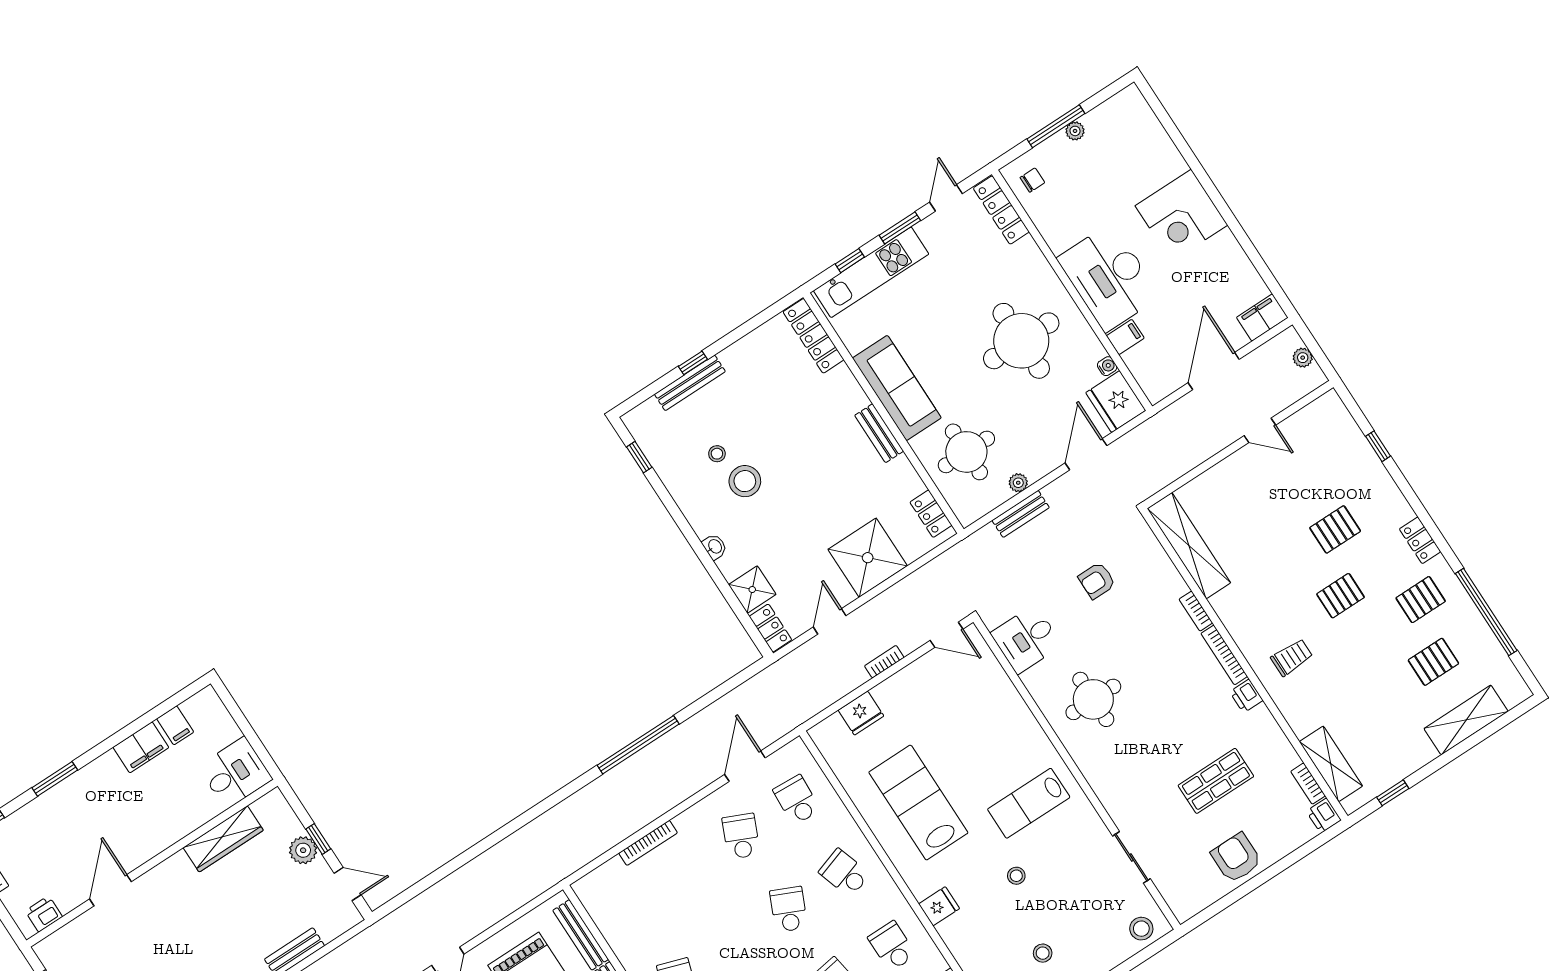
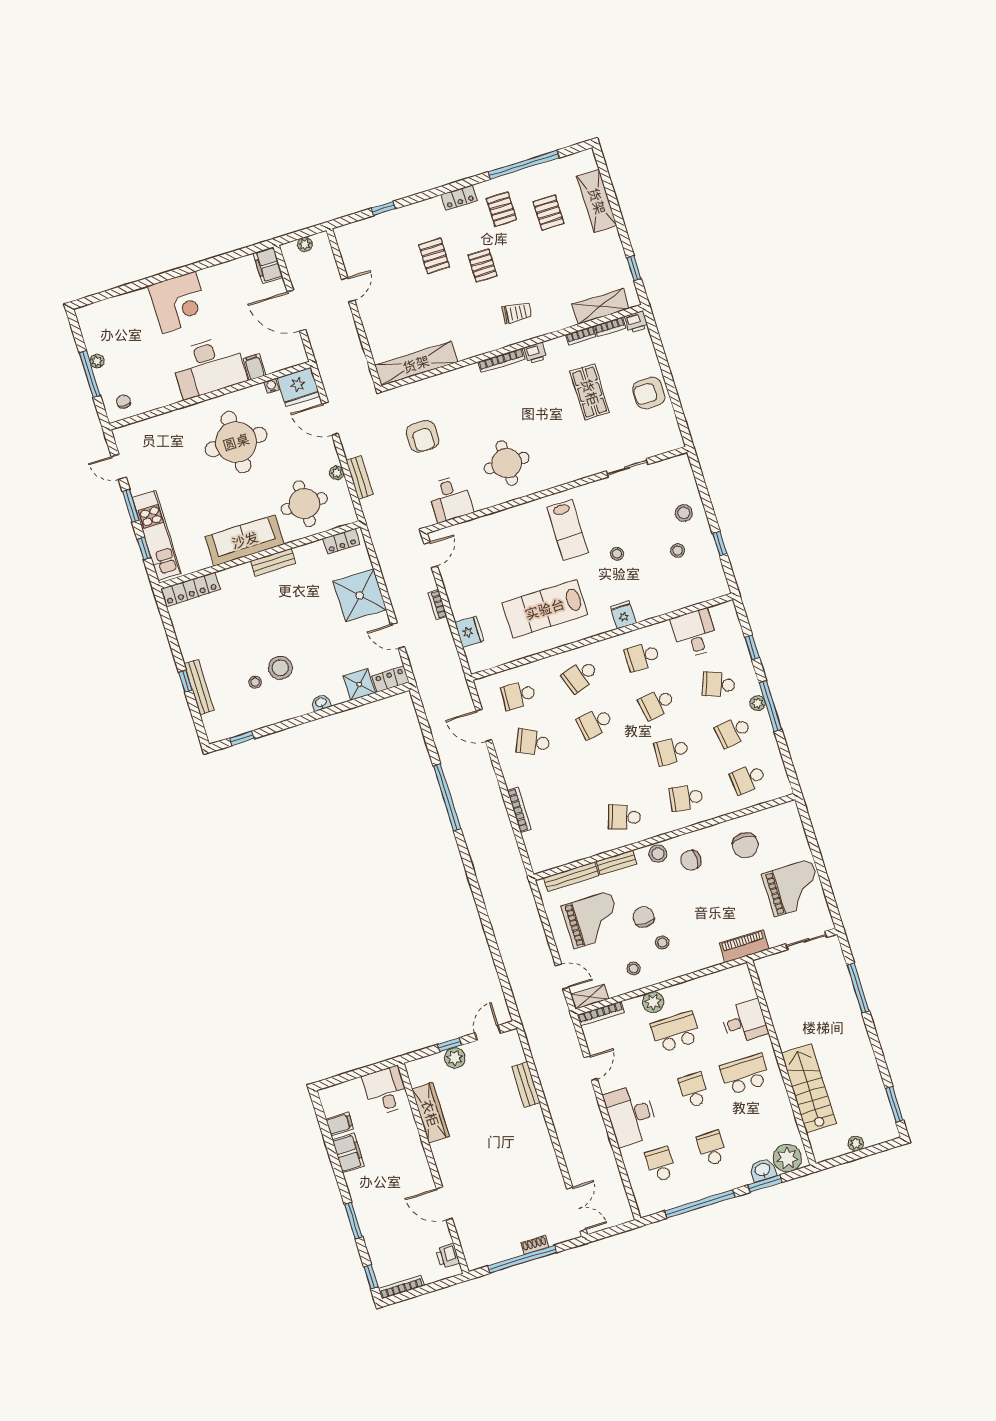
locker: (1001, 210) -> (139, 430), removed
armchair: (1097, 581) -> (423, 436), width x1.38, depth x1.38
bookcase: (1196, 611) -> (581, 336), moved
trolley: (1292, 657) -> (517, 313), turned 96
school desk: (789, 909) -> (595, 723), turned -33
stool: (1141, 929) -> (684, 513), moved

